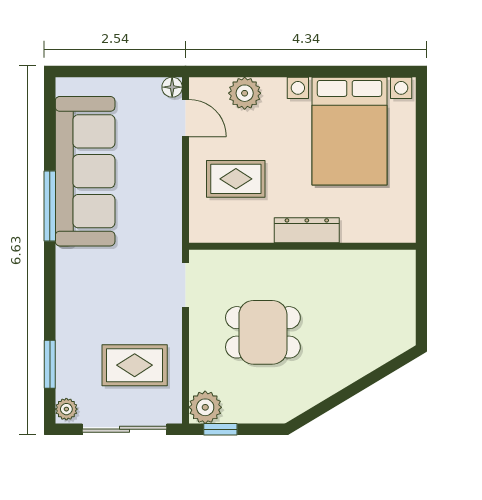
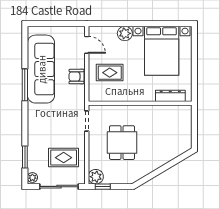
floor lamp: (172, 87) -> (81, 31), removed
plant: (245, 93) -> (125, 33), moved
armchair: (163, 188) -> (77, 76), added
dresser: (307, 230) -> (170, 96), moved
dining table: (263, 332) -> (122, 143), turned 90

